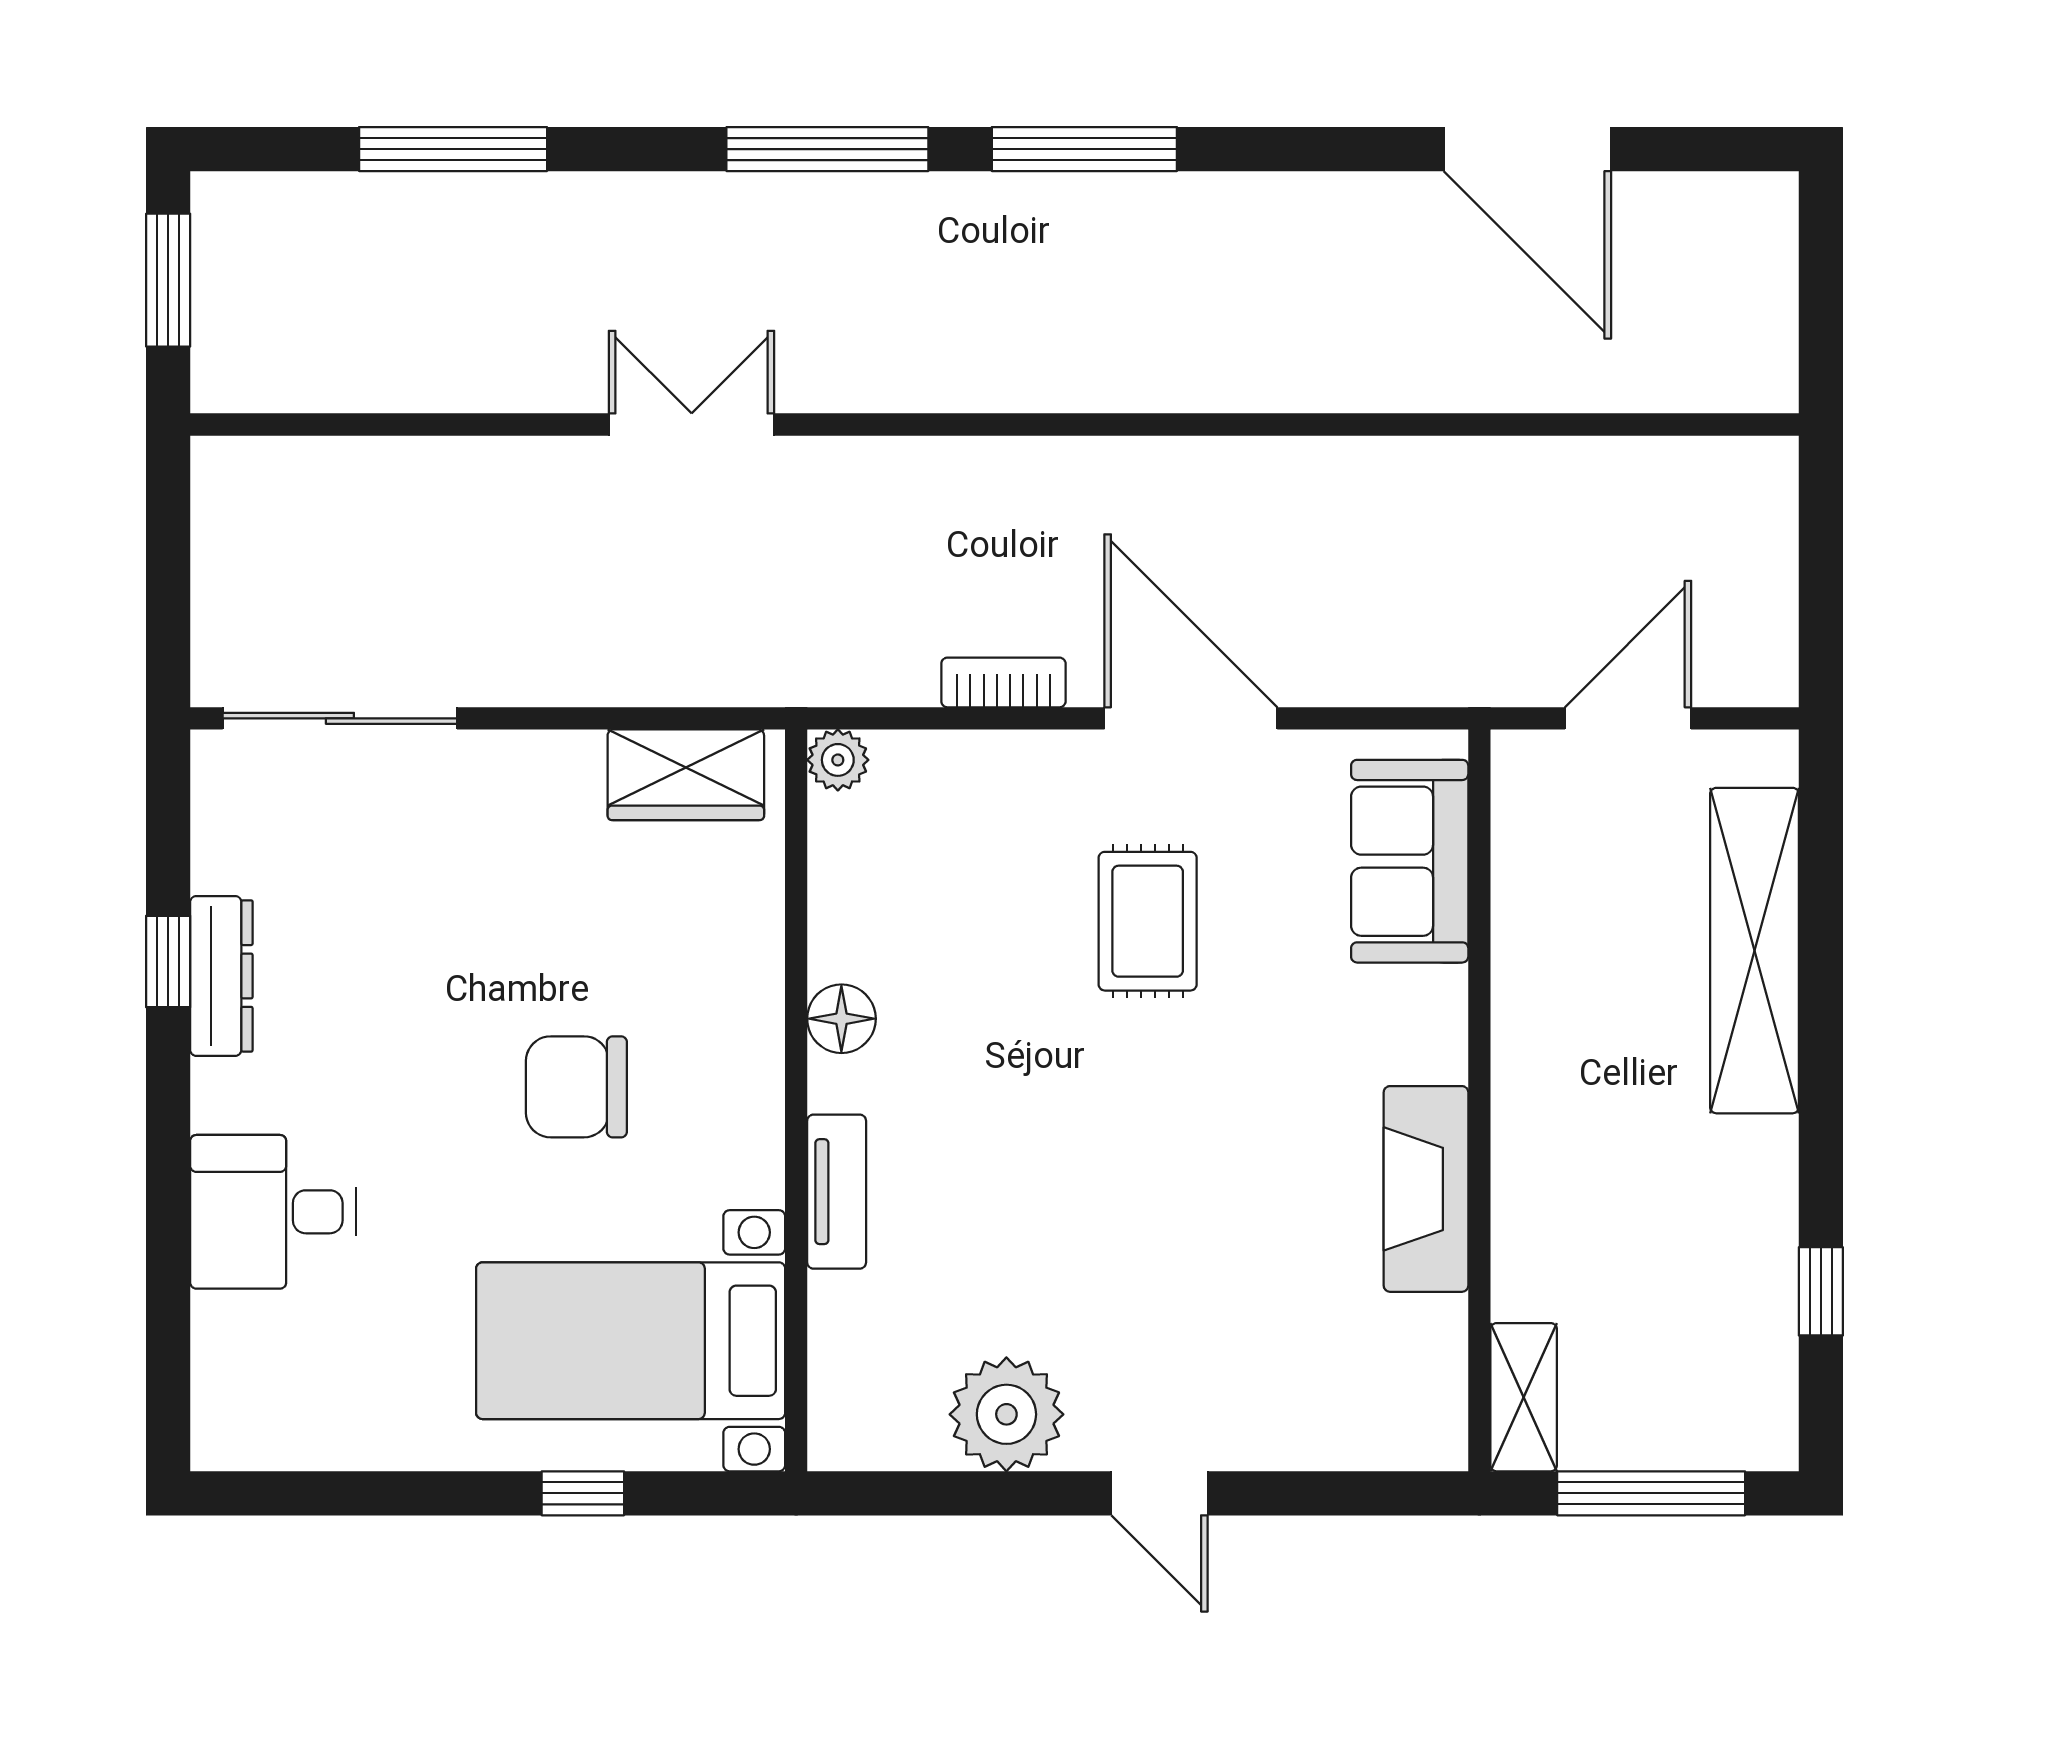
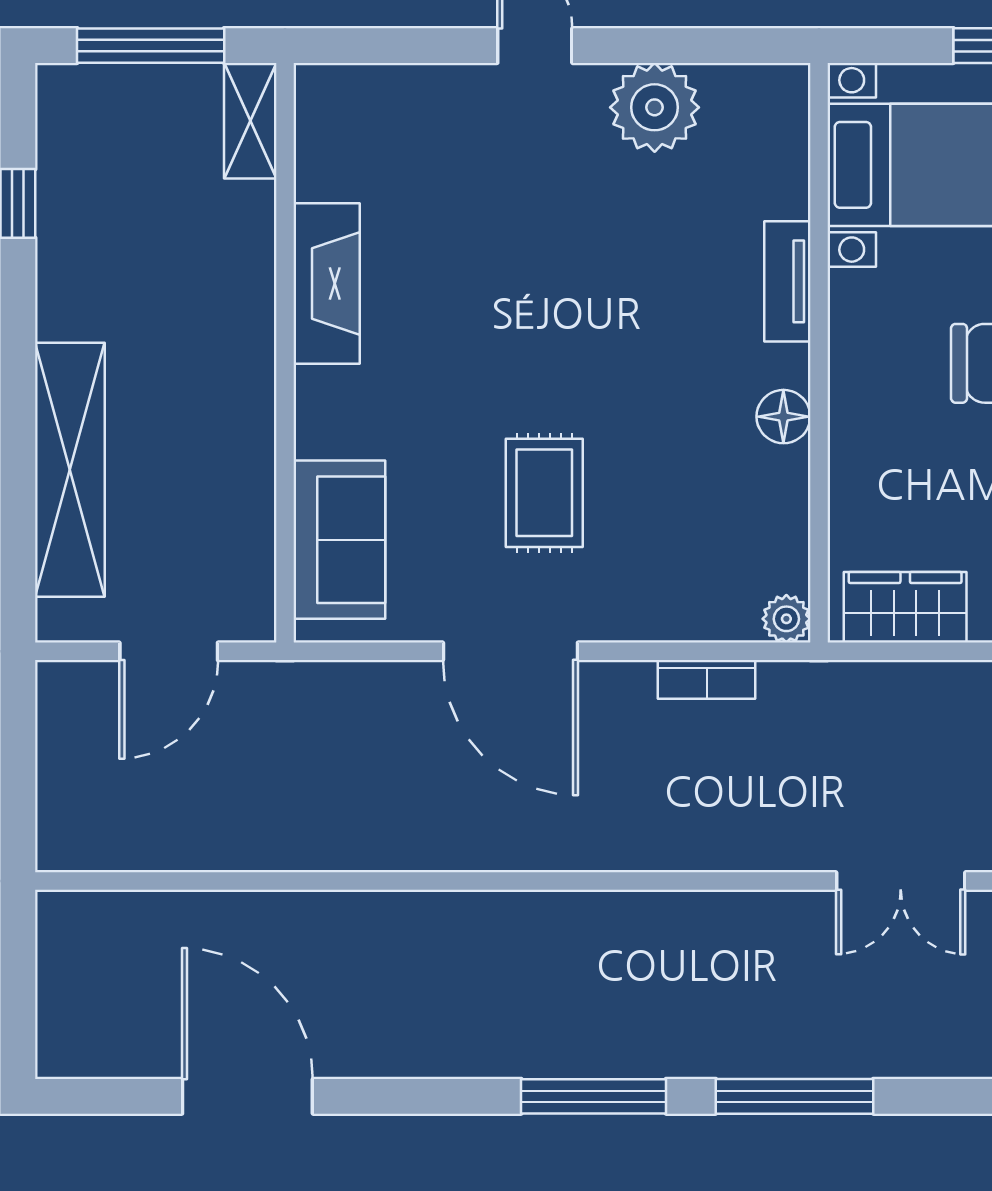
bookcase: (1003, 682) -> (707, 679), moved

